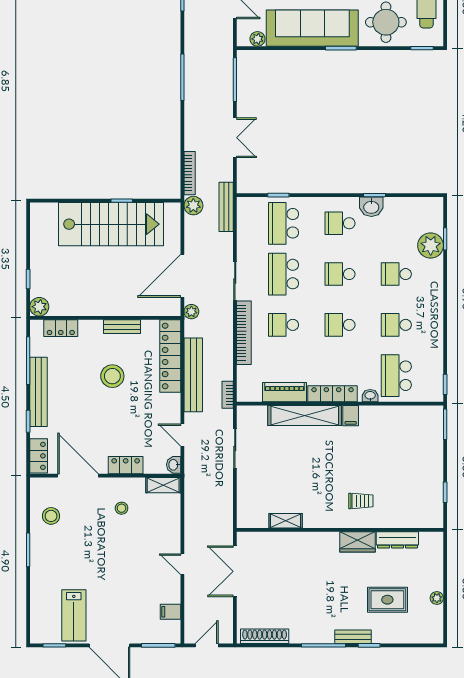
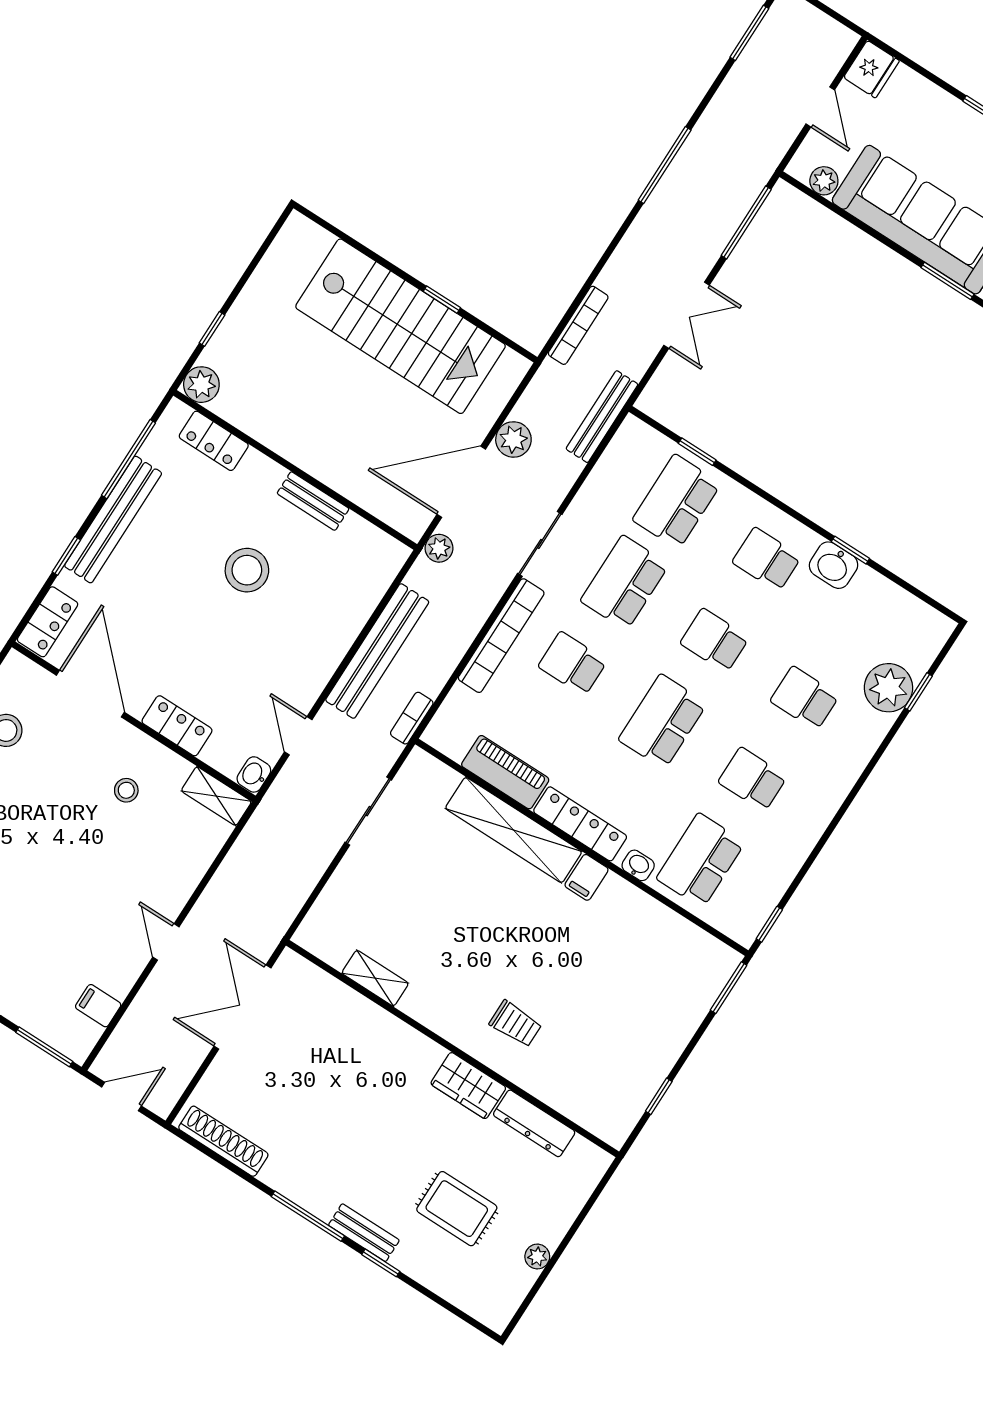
plant: (193, 206) -> (513, 439), moved
school desk: (340, 325) -> (663, 722), width x1.85
locker: (170, 356) -> (360, 597), removed

